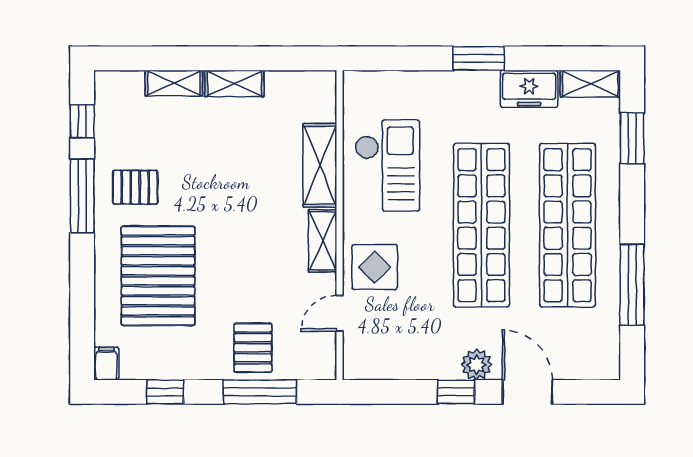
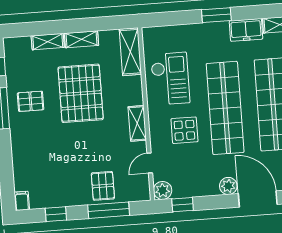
shelving: (320, 165) -> (130, 52), moved
display table: (375, 267) -> (184, 130), moved
pallet: (158, 276) -> (81, 93), moved
plant: (359, 364) -> (163, 190), added
window: (456, 392) -> (183, 205), moved
door: (527, 392) -> (258, 199), width x1.36

